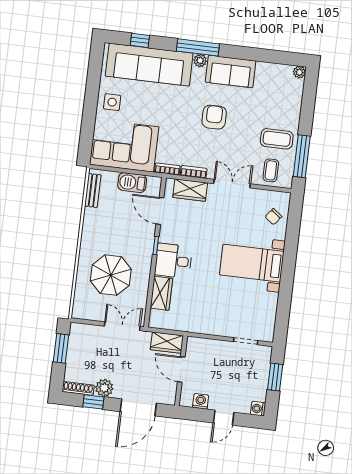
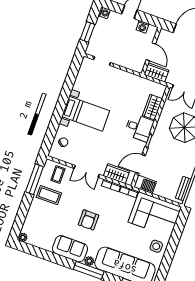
barbecue: (132, 183) -> (145, 184), moved
door: (160, 211) -> (140, 164), swing flipped

